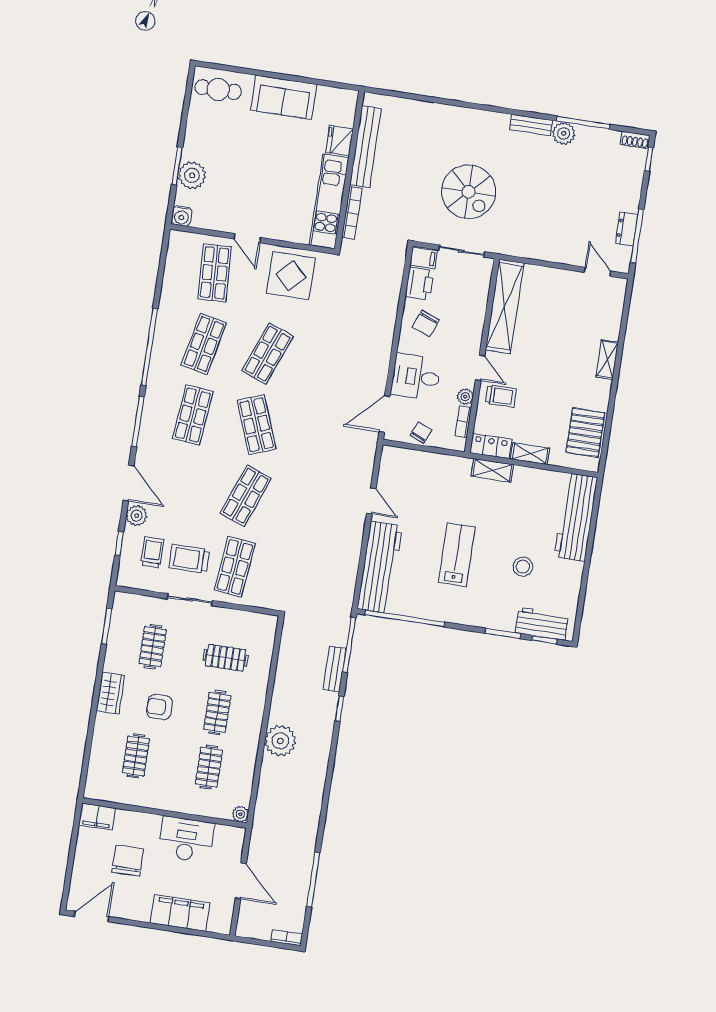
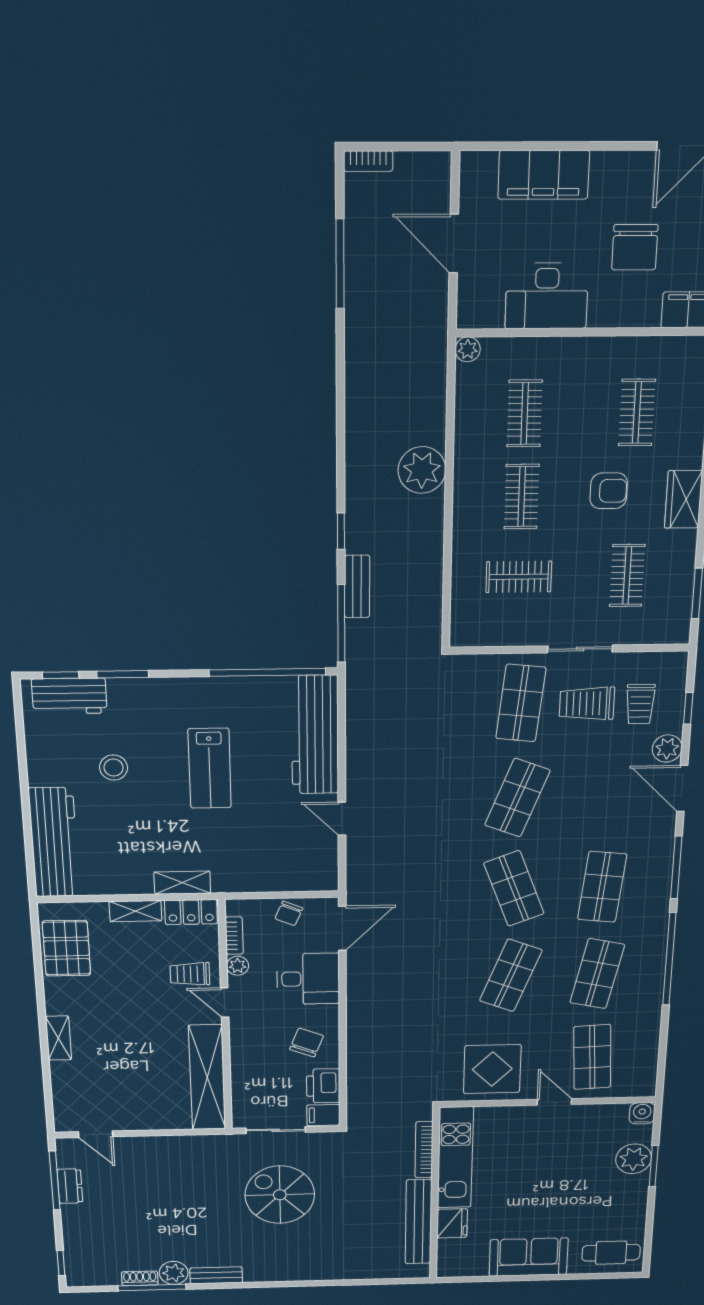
shoe rack: (635, 140) -> (140, 1278), moved
trolley: (189, 559) -> (587, 704), turned 180

